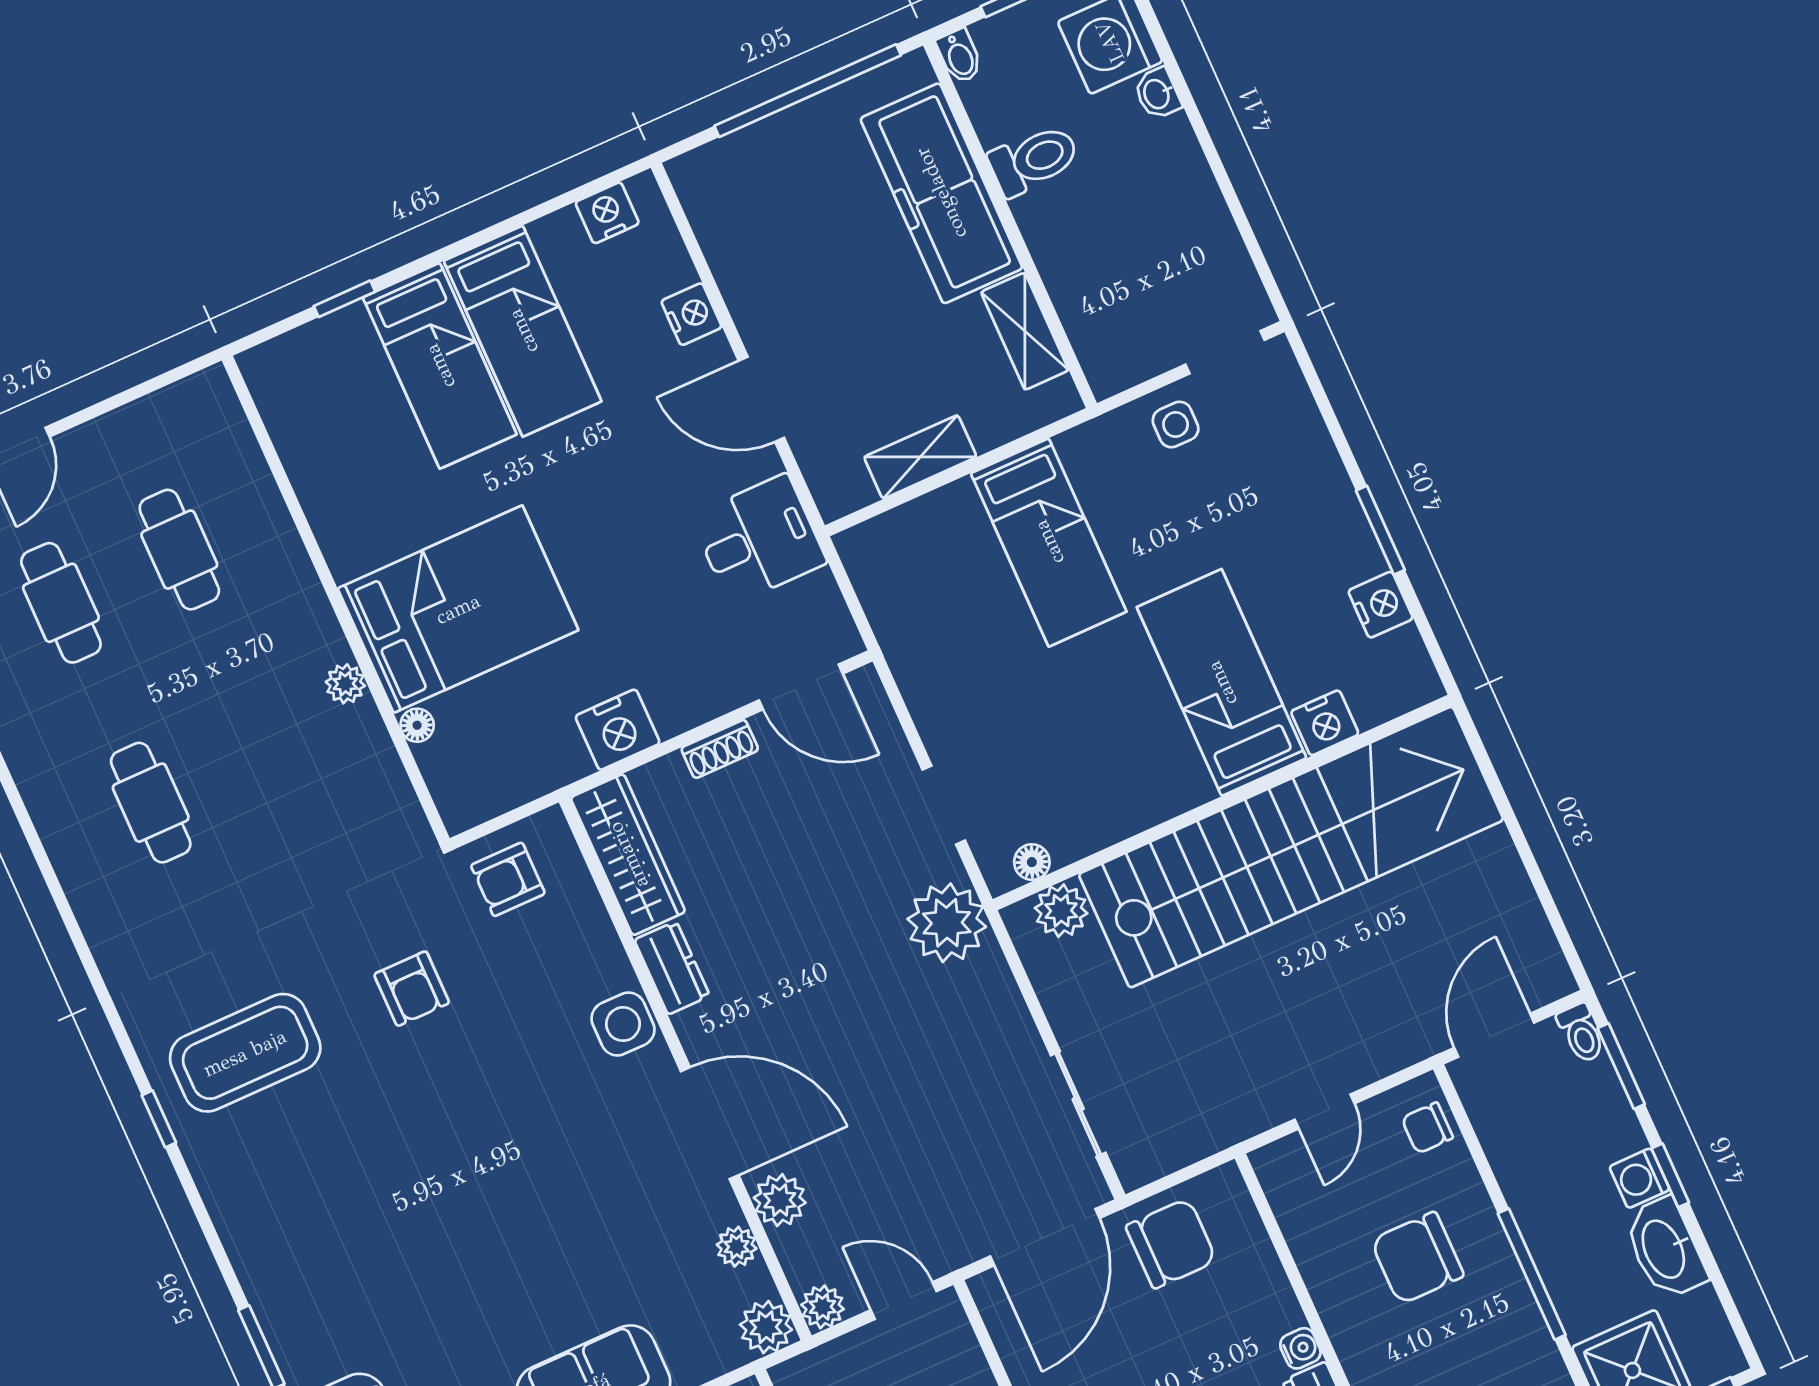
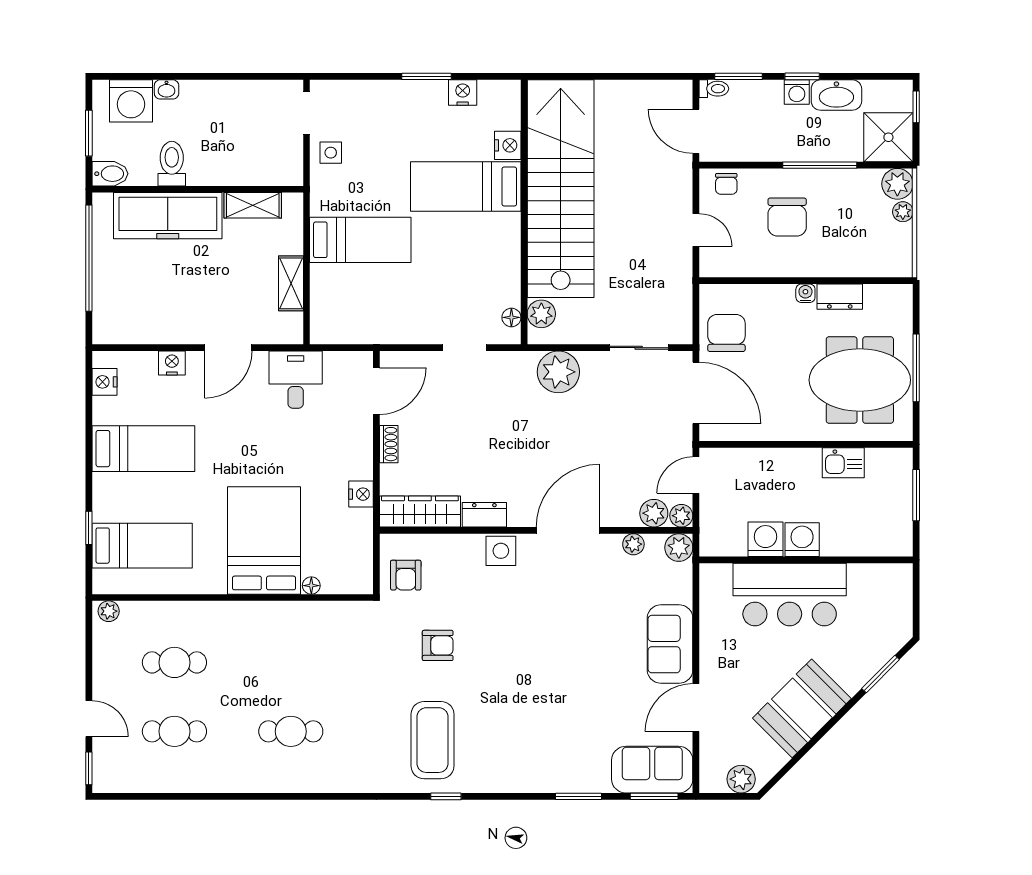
bidet: (959, 56) -> (110, 174), width x1.38, depth x1.36
bed: (440, 366) -> (142, 546), moved
plant: (345, 684) -> (109, 611), moved
nightstand: (618, 730) -> (361, 494), width x0.74, depth x0.75
plant: (947, 923) -> (558, 372), moved
plant: (780, 1200) -> (654, 513), moved

